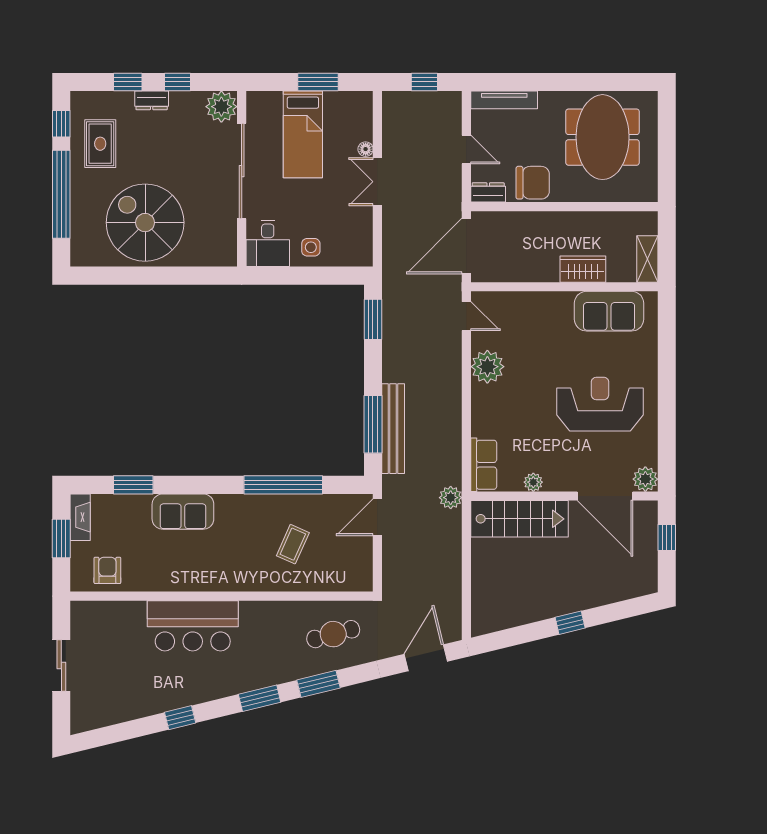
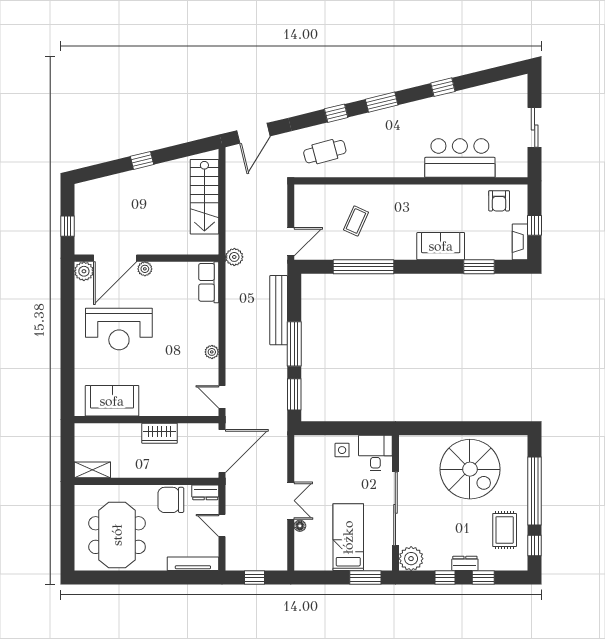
window: (318, 82) -> (365, 578), moved
shelving: (647, 259) -> (92, 470), moved, turned 90
wardrobe: (583, 269) -> (160, 433), moved
plant: (487, 367) -> (212, 352), width x0.53, depth x0.53
window: (373, 424) -> (294, 344), moved
plant: (533, 482) -> (145, 269), moved
door: (605, 496) -> (115, 258), swing flipped
stairs: (519, 519) -> (204, 197), moved, turned -90
window: (61, 539) -> (535, 225), width x0.67
bar counter: (193, 626) -> (460, 158), moved
window: (319, 684) -> (336, 113), width x0.67

